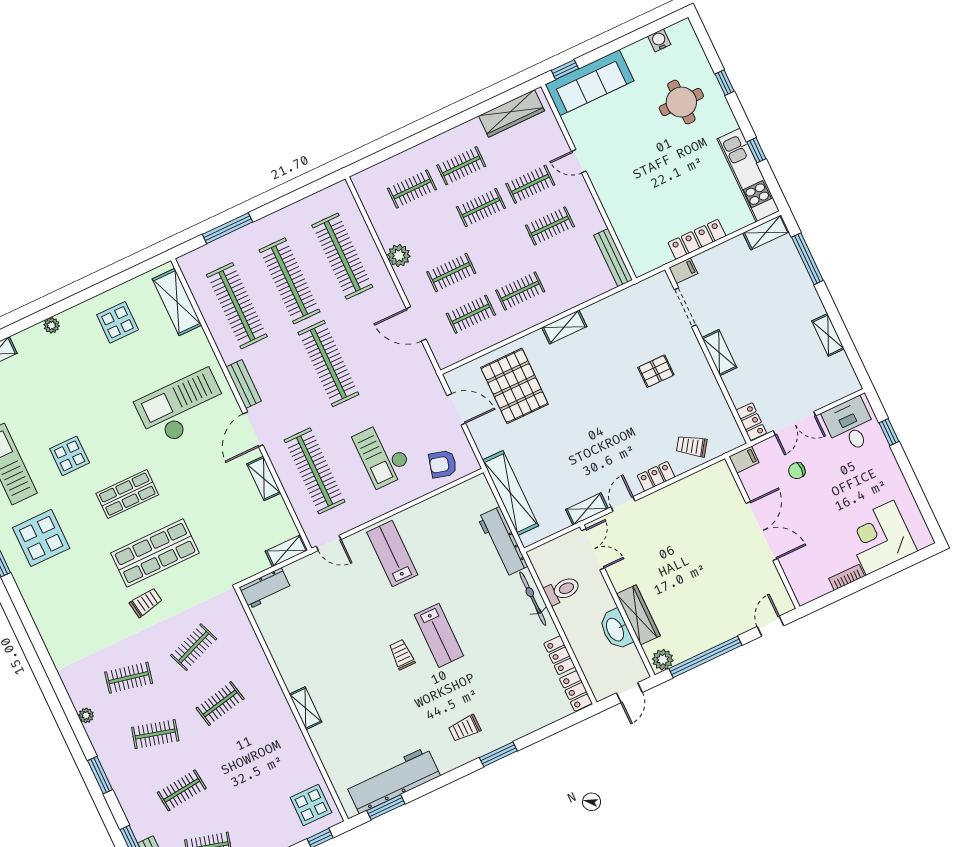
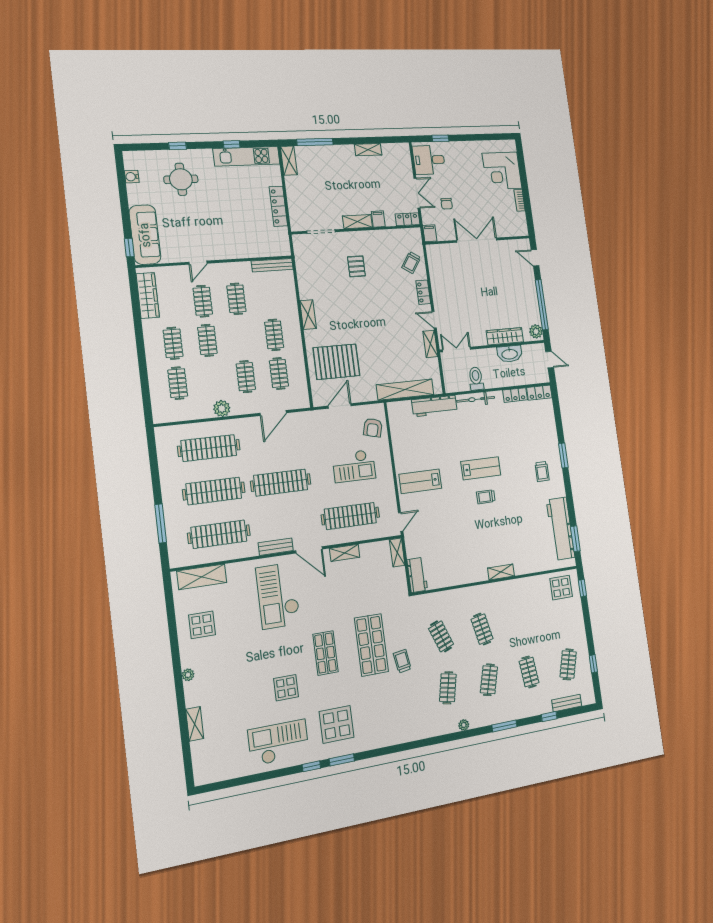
filing cabinet: (683, 271) -> (378, 219), moved

